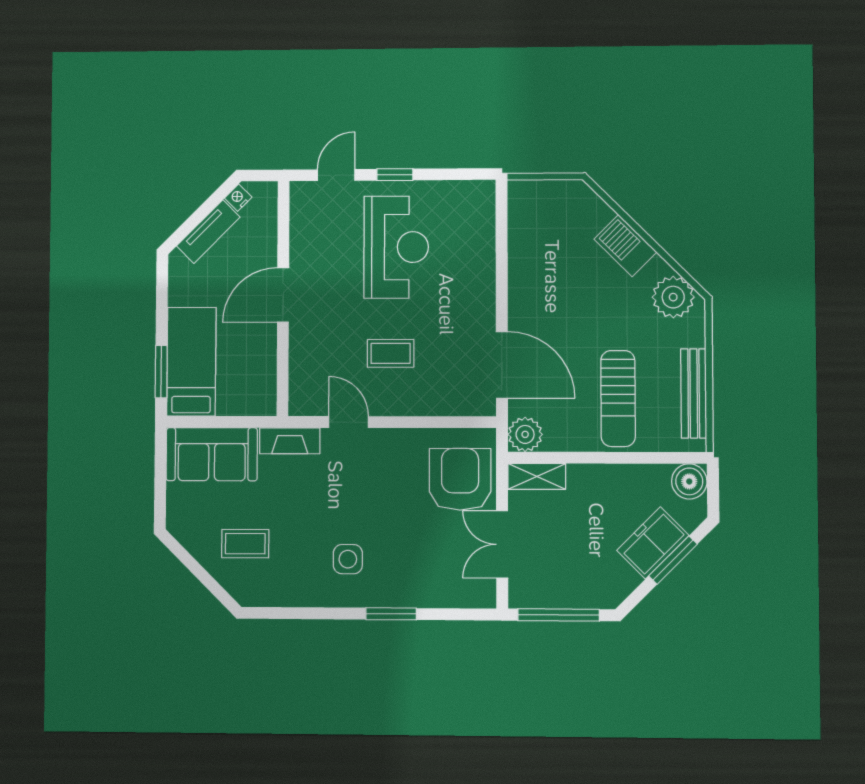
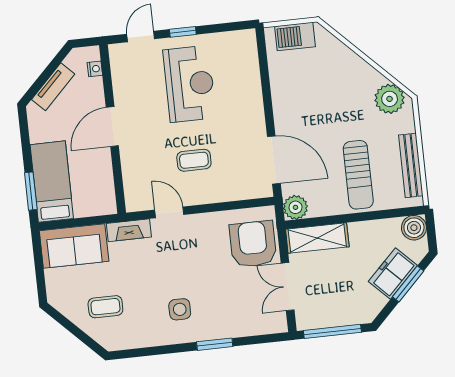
nightstand: (238, 198) -> (95, 69), moved, turned 135
barbecue: (625, 246) -> (295, 36), moved, turned -45
shelving: (537, 476) -> (317, 238), width x1.50, depth x1.33

